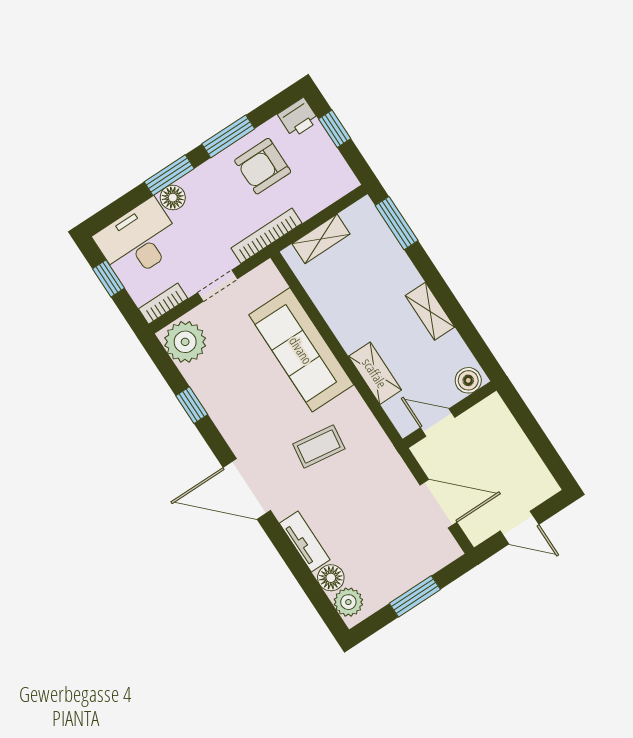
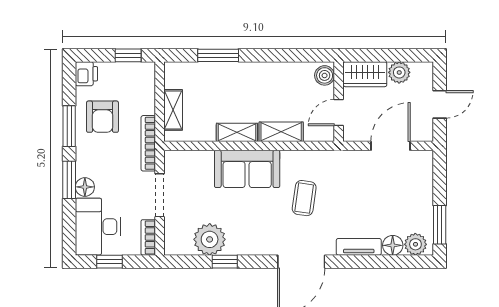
window: (335, 129) -> (128, 55), moved
window: (397, 223) -> (218, 55), moved
doorway: (218, 286) -> (160, 195), width x1.38
shelving: (430, 311) -> (237, 132), moved
plant: (185, 342) -> (210, 239), moved
sofa: (301, 350) -> (247, 169), width x0.73
wardrobe: (499, 424) -> (365, 74), added
plant: (525, 460) -> (399, 72), added
window: (415, 596) -> (440, 225), moved

